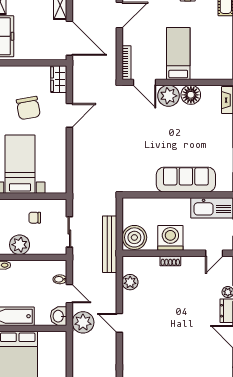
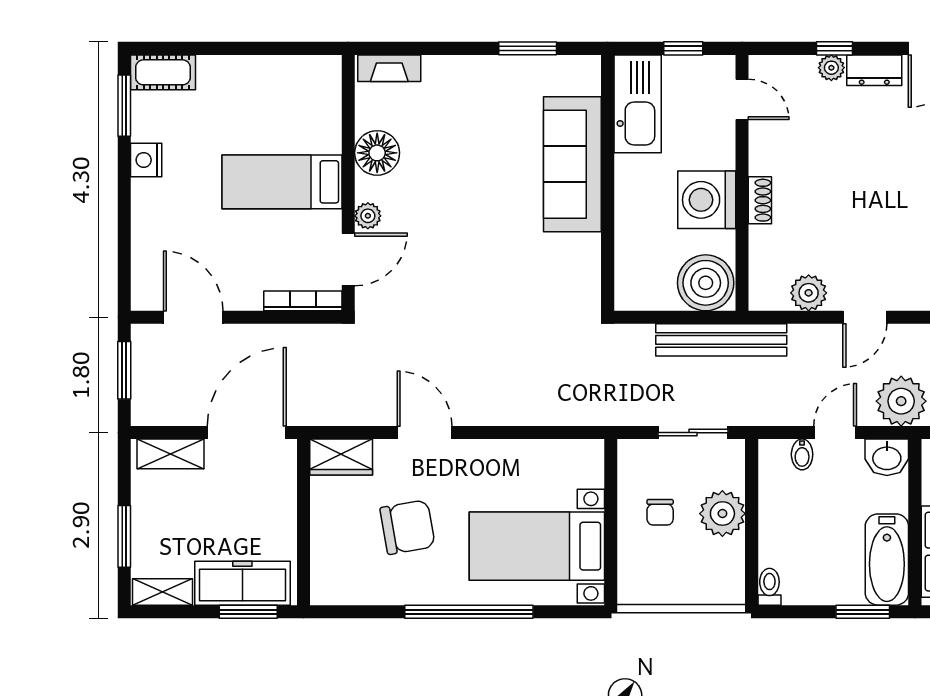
plant: (168, 96) -> (368, 216), width x0.53, depth x0.53
plant: (20, 245) -> (722, 514), moved
door: (119, 323) -> (865, 317), moved

